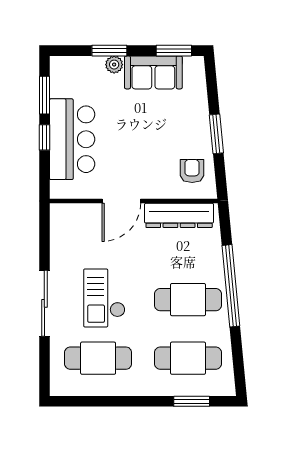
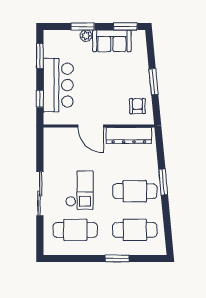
window: (44, 137) -> (40, 99), moved
door: (121, 201) -> (91, 126), hinge flipped
window: (231, 286) -> (163, 182), width x0.47
checkout: (104, 298) -> (79, 190), turned 180
window: (192, 401) -> (117, 258), moved

